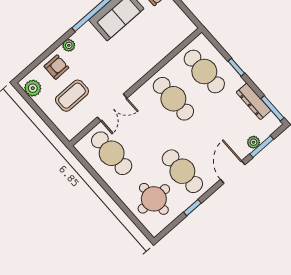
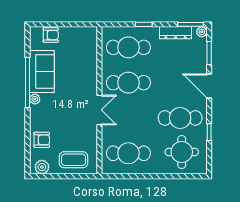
plant: (69, 45) -> (35, 99), moved
armchair: (56, 67) -> (42, 140), turned 90
coffee table: (72, 96) -> (73, 160), moved, turned 90
double door: (112, 108) -> (99, 110), moved
plant: (254, 142) -> (202, 32), moved

